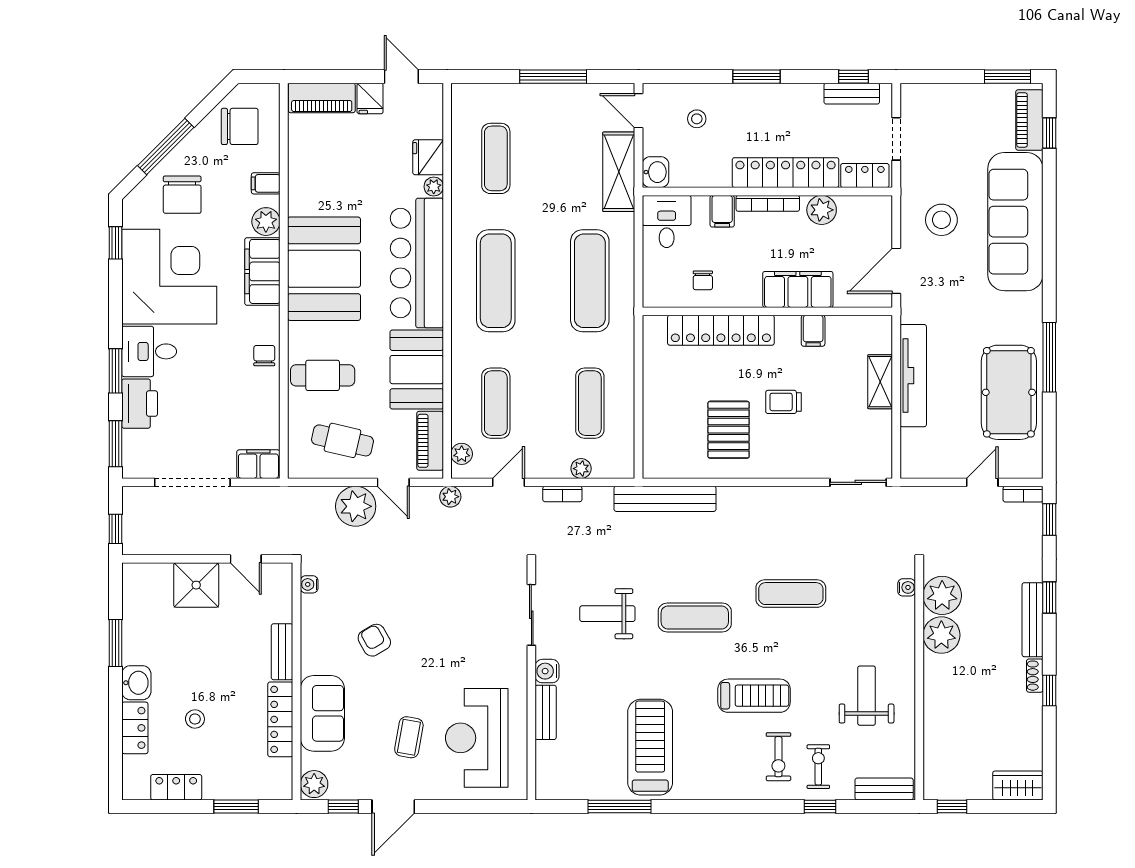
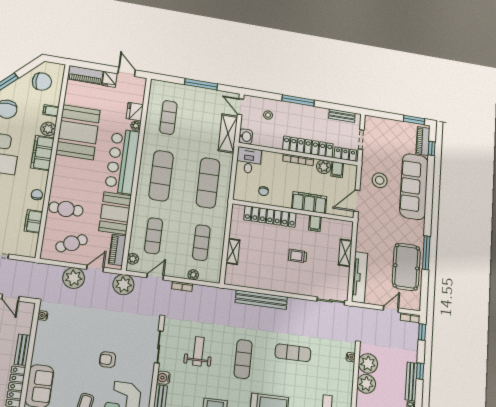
window: (757, 77) -> (298, 101), width x1.44
window: (853, 77) -> (343, 108), removed
filing cabinet: (722, 211) -> (337, 170), moved
booth: (324, 269) -> (78, 132), moved
tv unit: (913, 376) -> (360, 277), moved
shelving: (654, 412) -> (233, 251), added
pallet: (729, 430) -> (269, 266), removed
cafe table: (342, 440) -> (72, 243), turned -40
filing cabinet: (258, 464) -> (33, 221), moved, turned -90
door: (393, 482) -> (95, 268), swing flipped
plant: (450, 497) -> (123, 285), width x1.87, depth x1.87
bench: (665, 499) -> (261, 300), moved
weight bench: (607, 614) -> (198, 351), turned 90
exercise mat: (695, 617) -> (243, 359), turned 90
armchair: (374, 640) -> (108, 360), moved, turned -60

